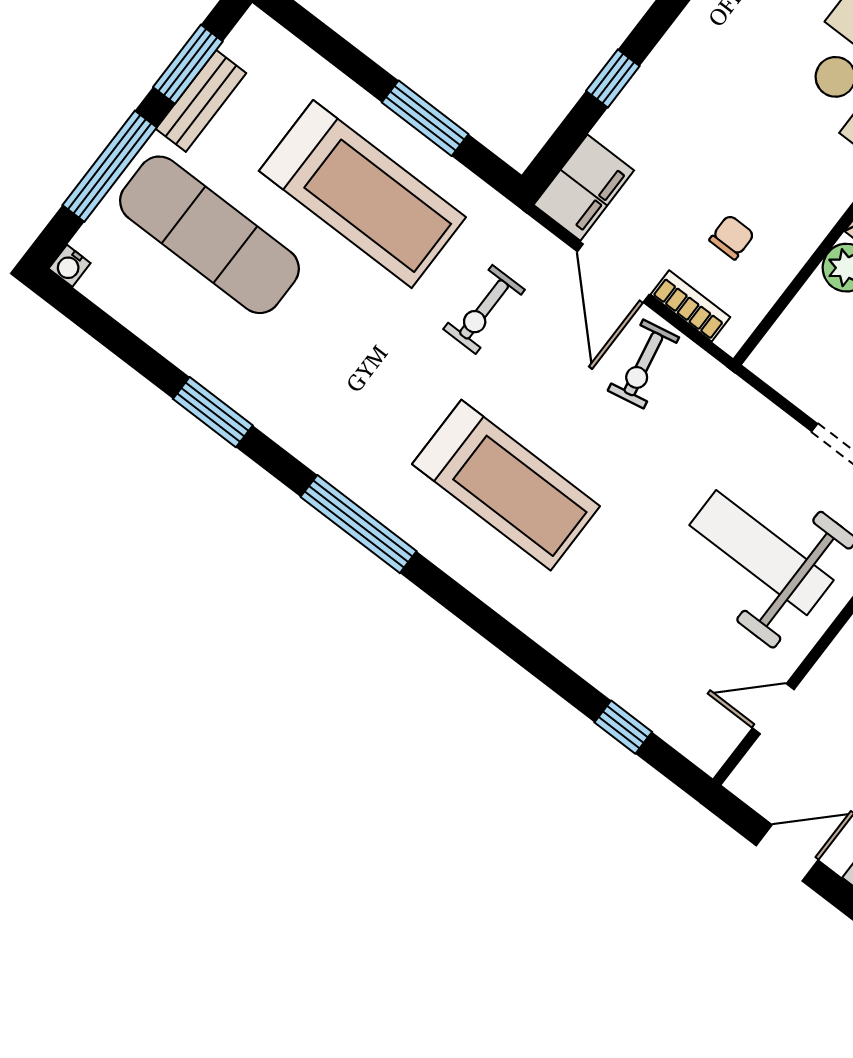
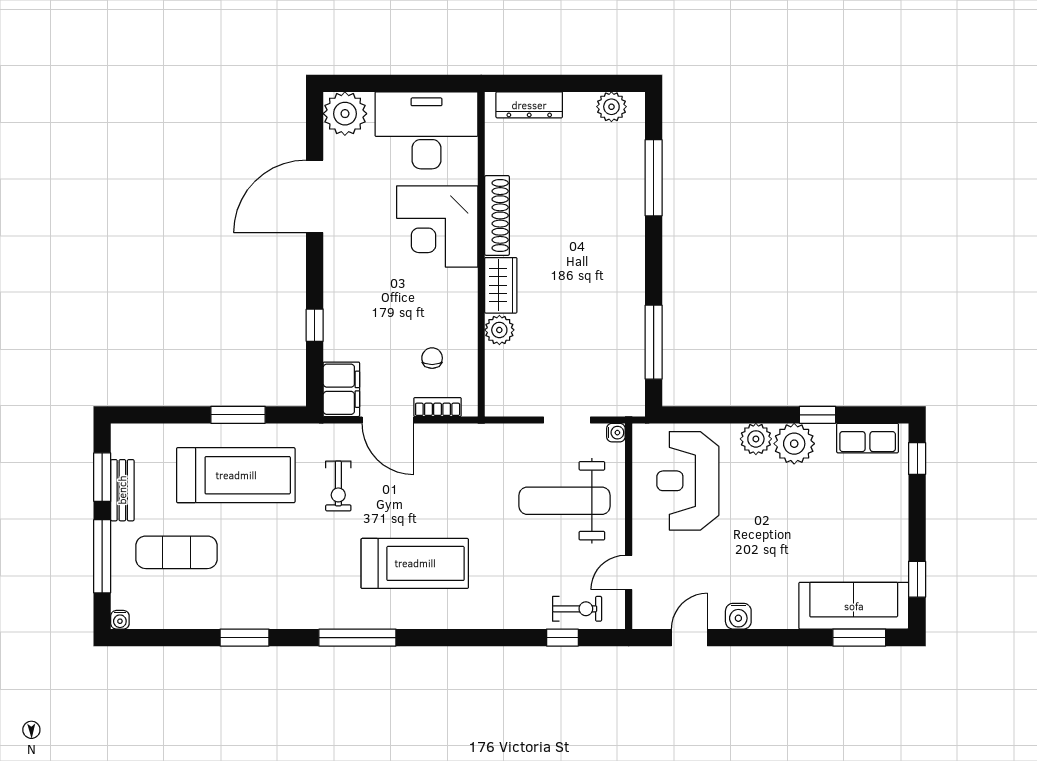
exercise mat: (209, 235) -> (177, 552), width x0.73, depth x0.69
exercise bike: (643, 364) -> (577, 609), moved, turned -79

